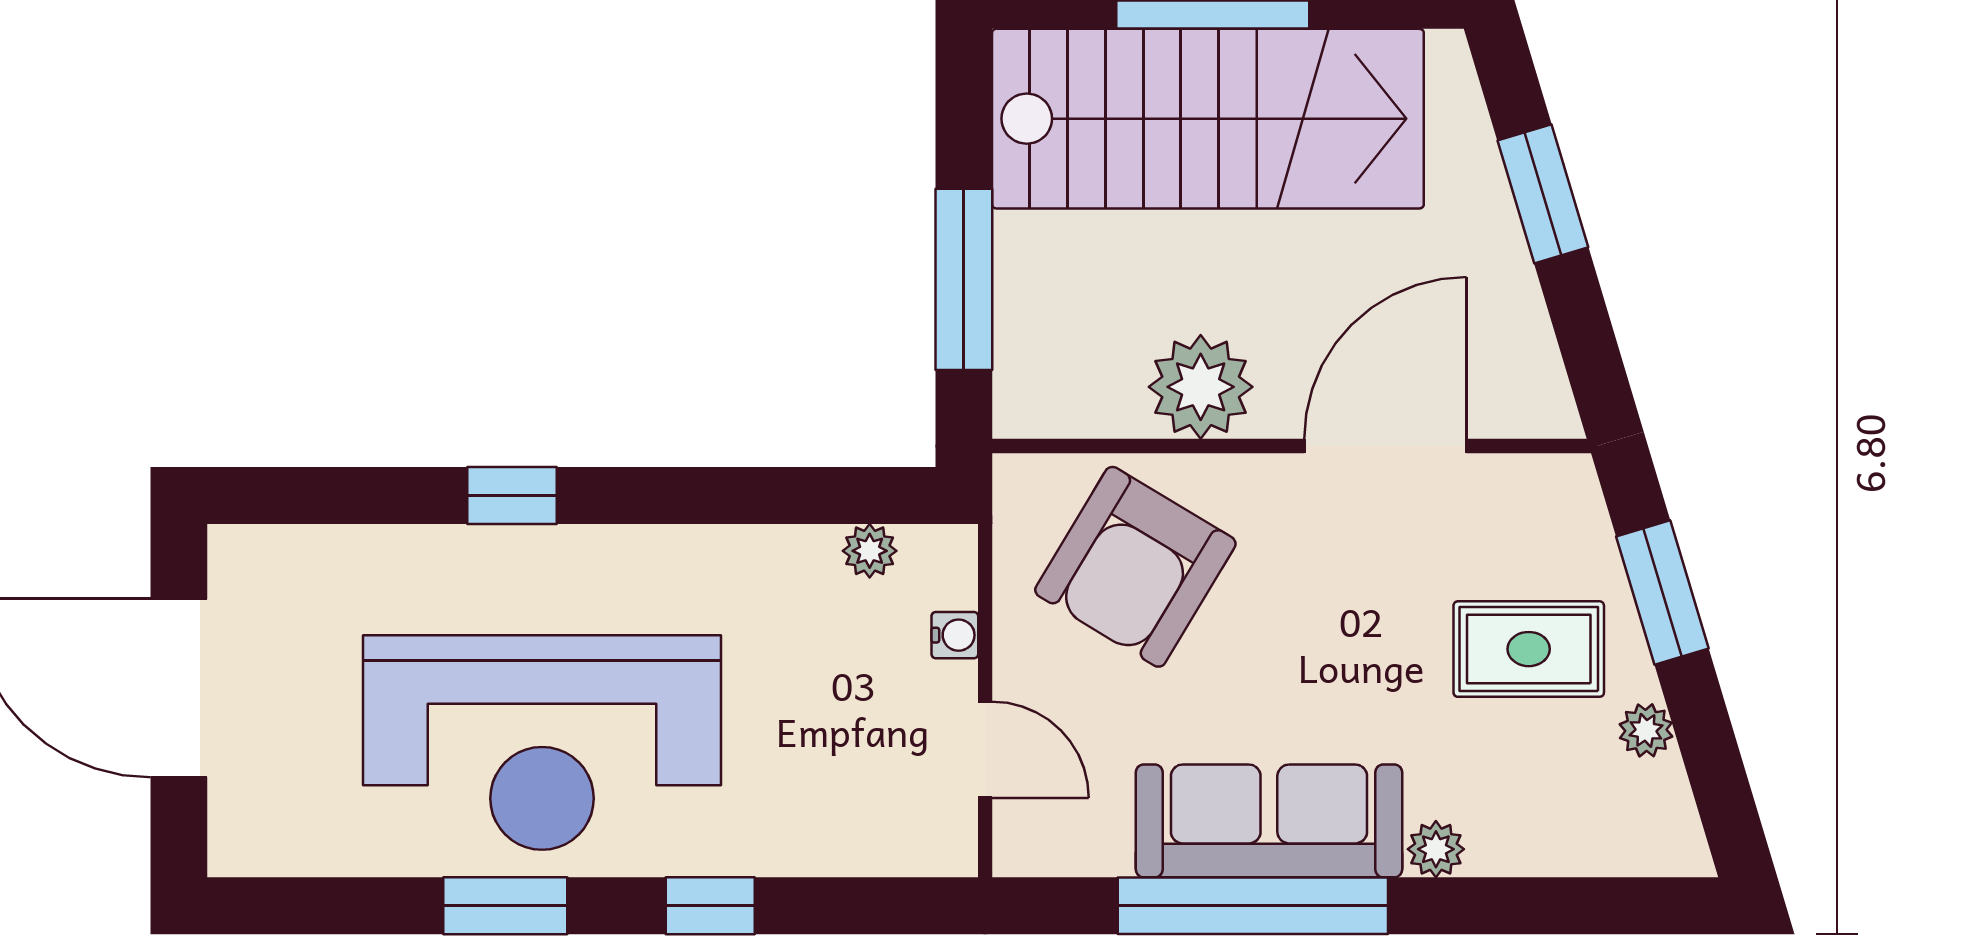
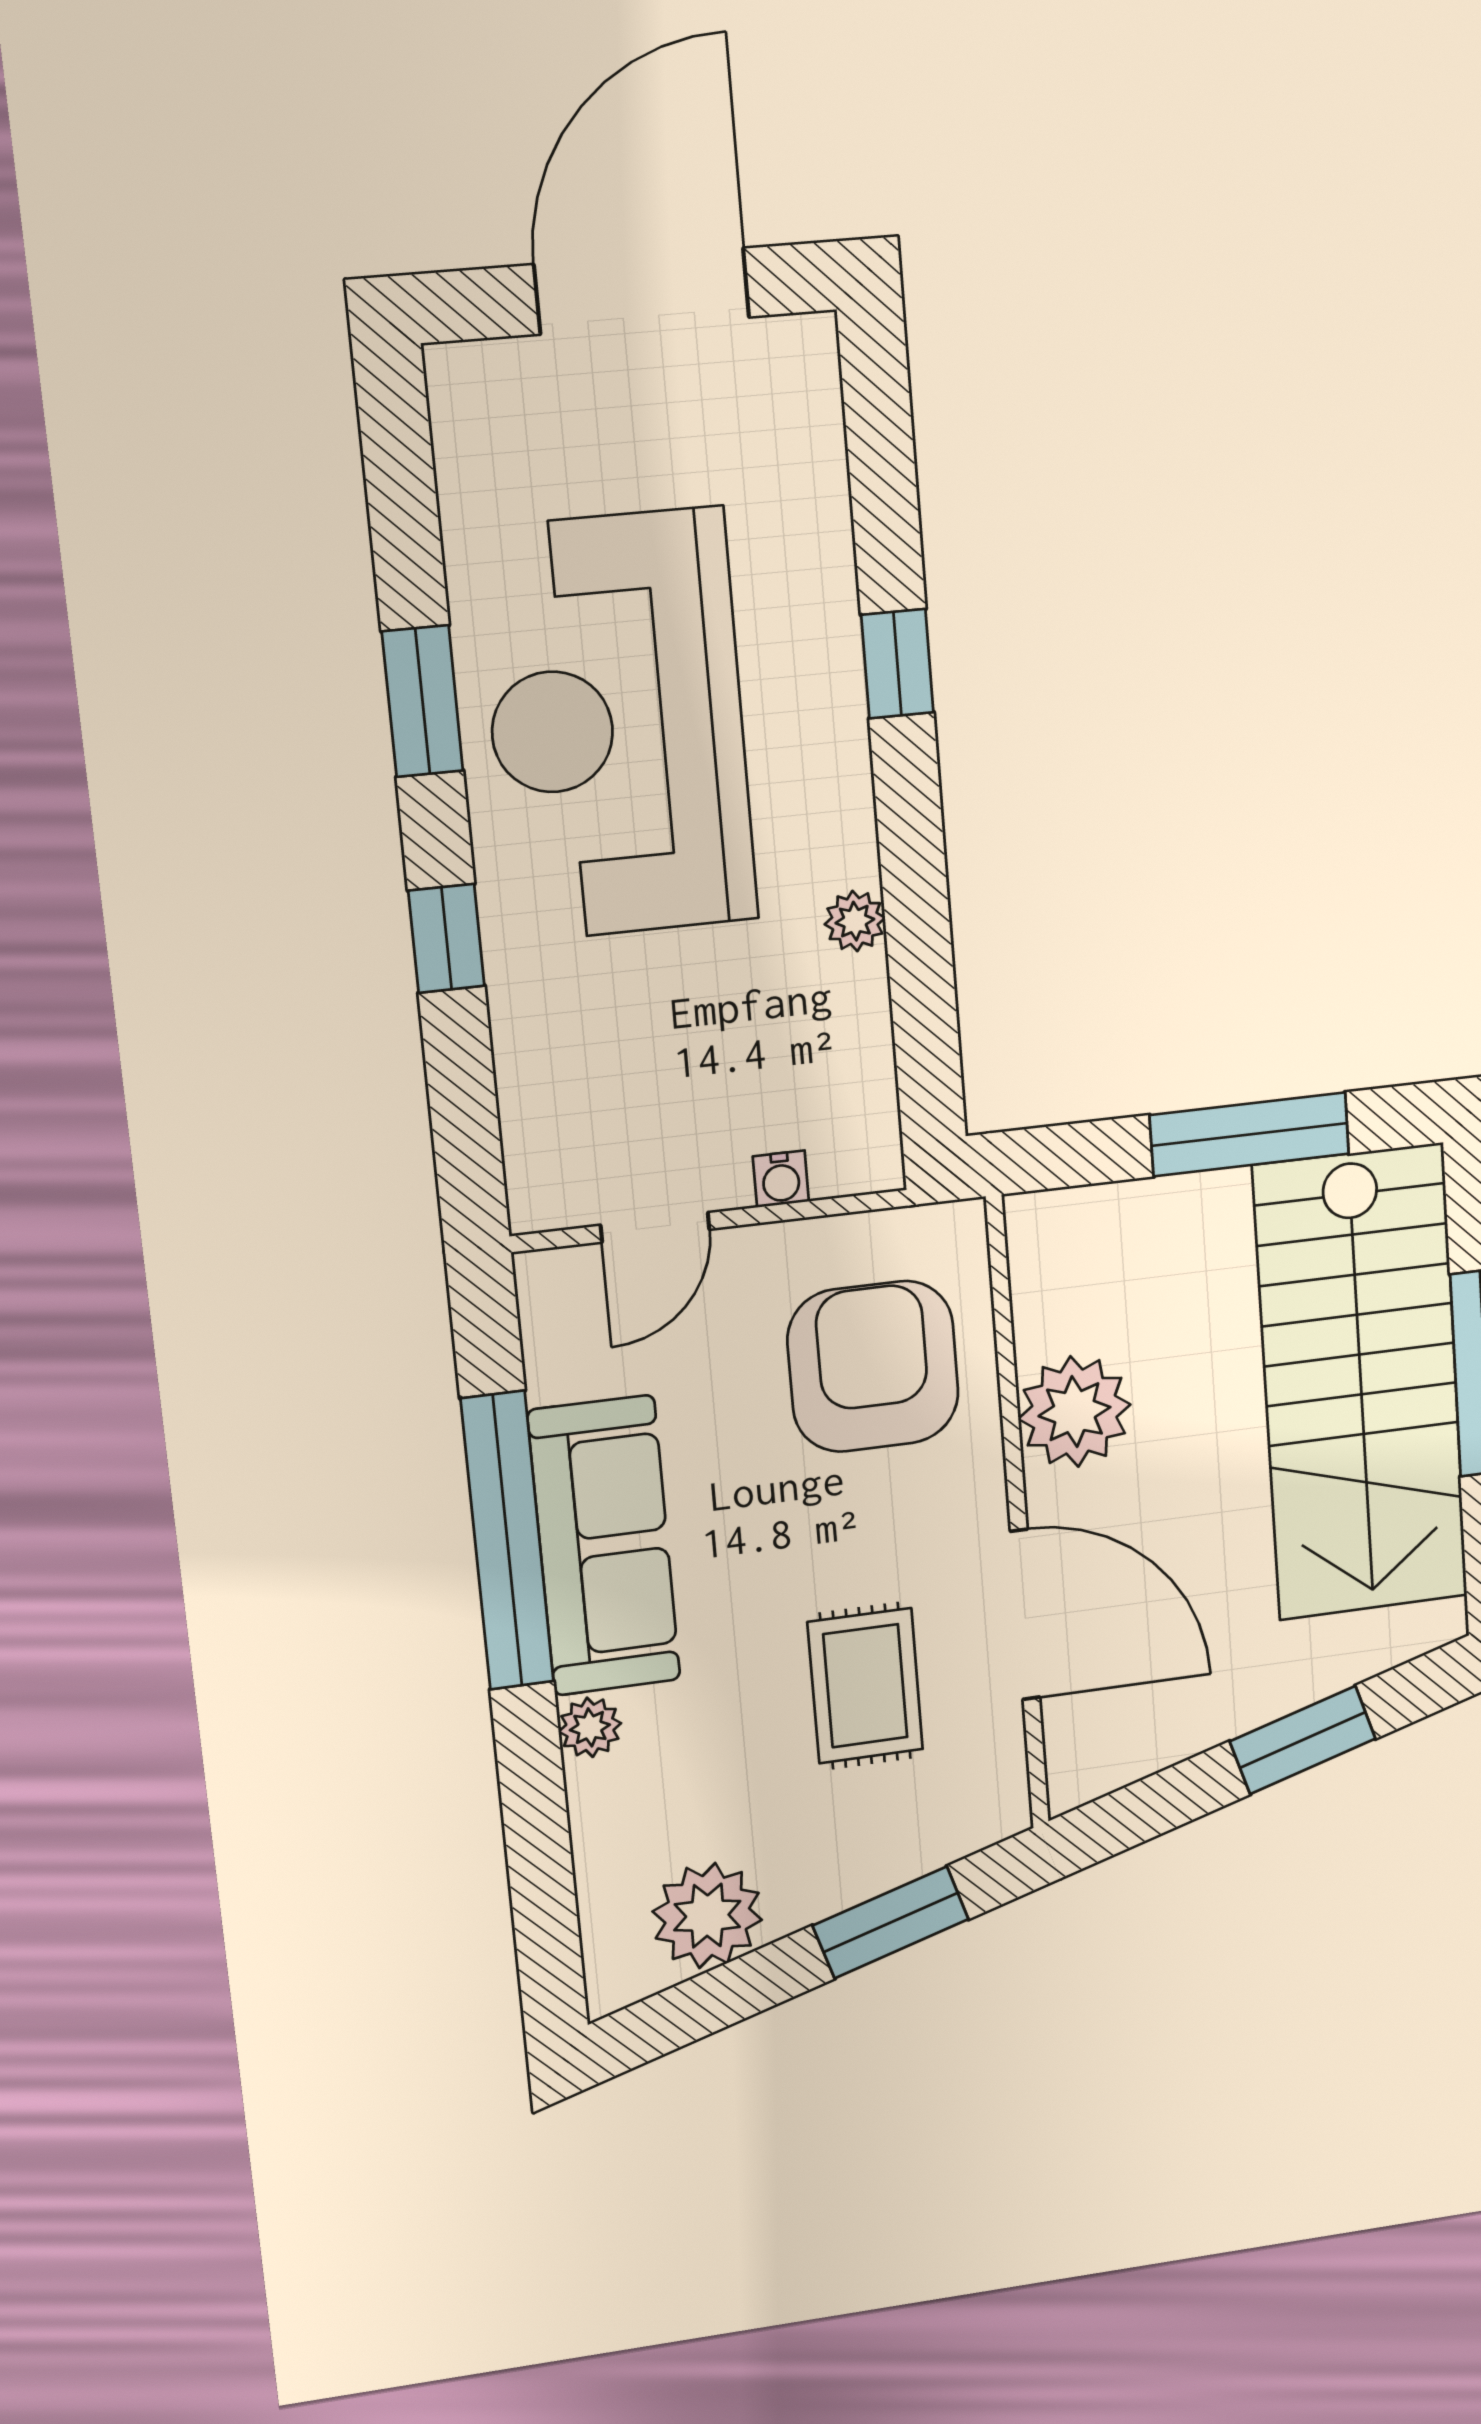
window: (964, 279) -> (1250, 1134), moved
plant: (870, 551) -> (855, 921), moved
armchair: (1135, 567) -> (873, 1366), turned 59
rug: (1529, 649) -> (865, 1686), moved
plant: (1646, 730) -> (707, 1916), width x1.88, depth x1.88

